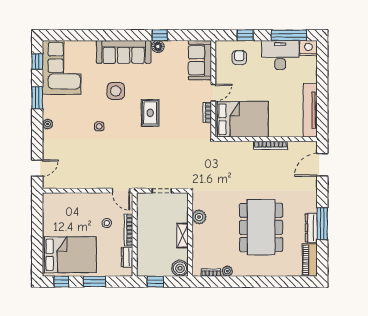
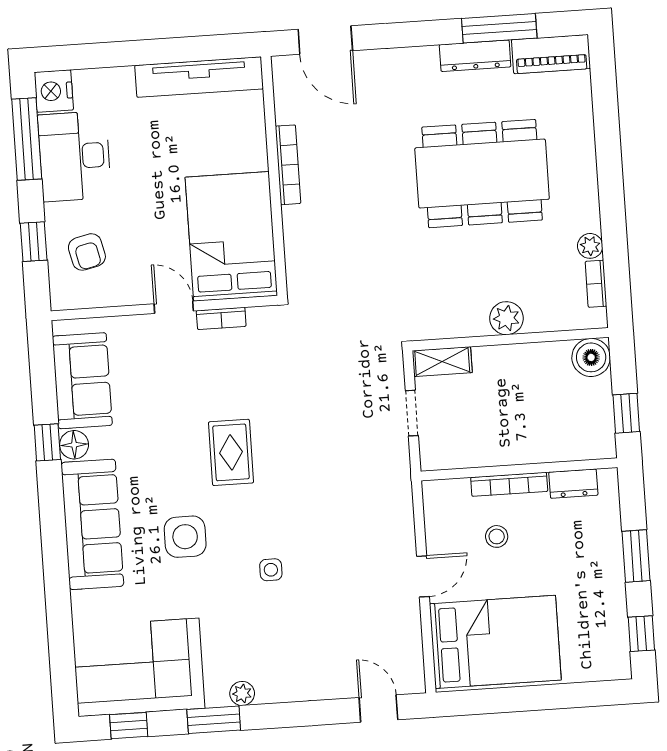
armchair: (239, 58) -> (87, 252), turned -103
sofa: (200, 60) -> (82, 381), moved, turned -90
rug: (150, 113) -> (231, 452), turned 90
plant: (48, 124) -> (242, 693), moved
door: (121, 191) -> (423, 576), moved
plant: (199, 217) -> (506, 318), moved
window: (322, 224) -> (499, 28), moved
shelving: (183, 236) -> (442, 362), moved
bed: (69, 255) -> (495, 642), moved, turned 90

